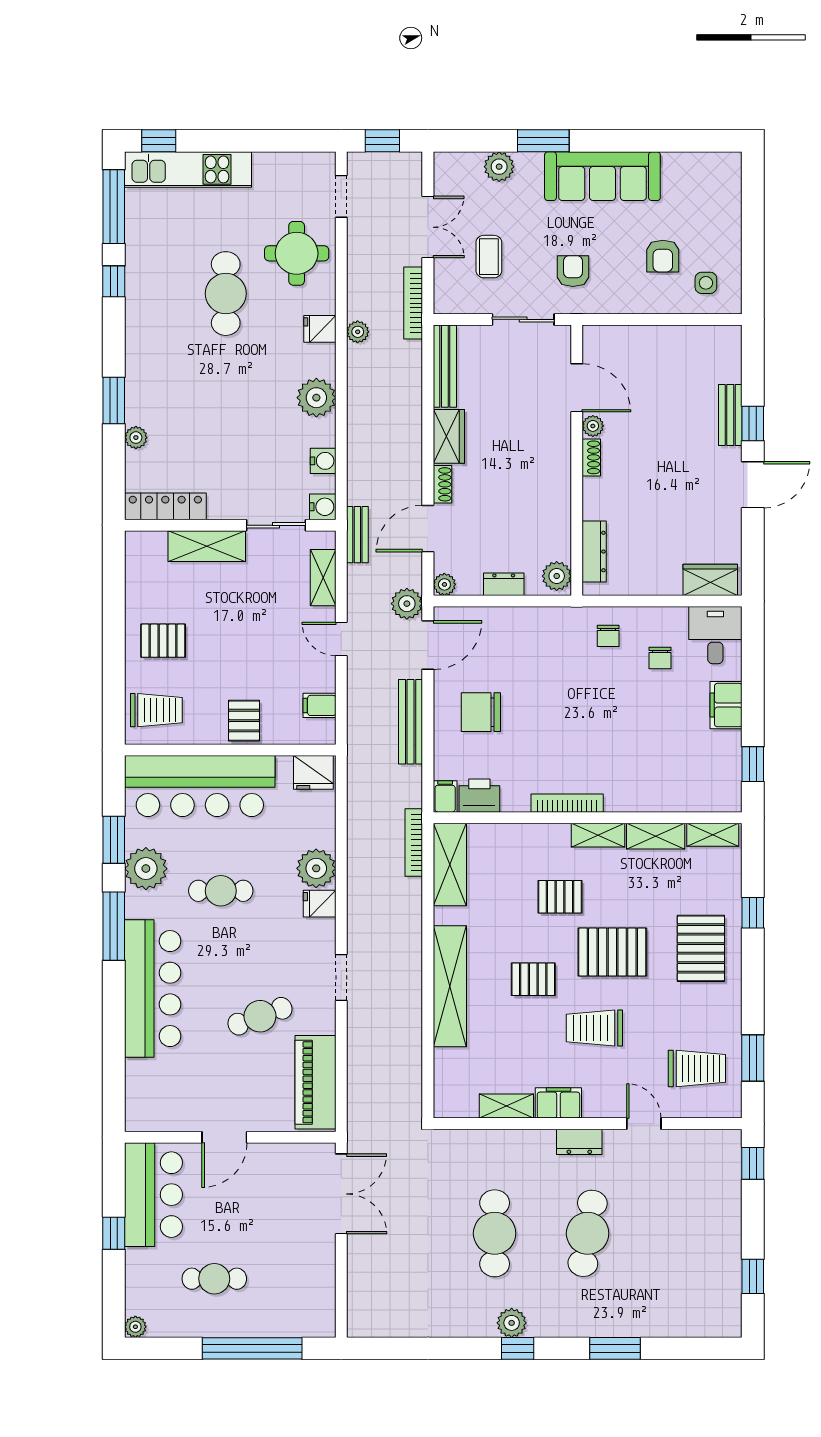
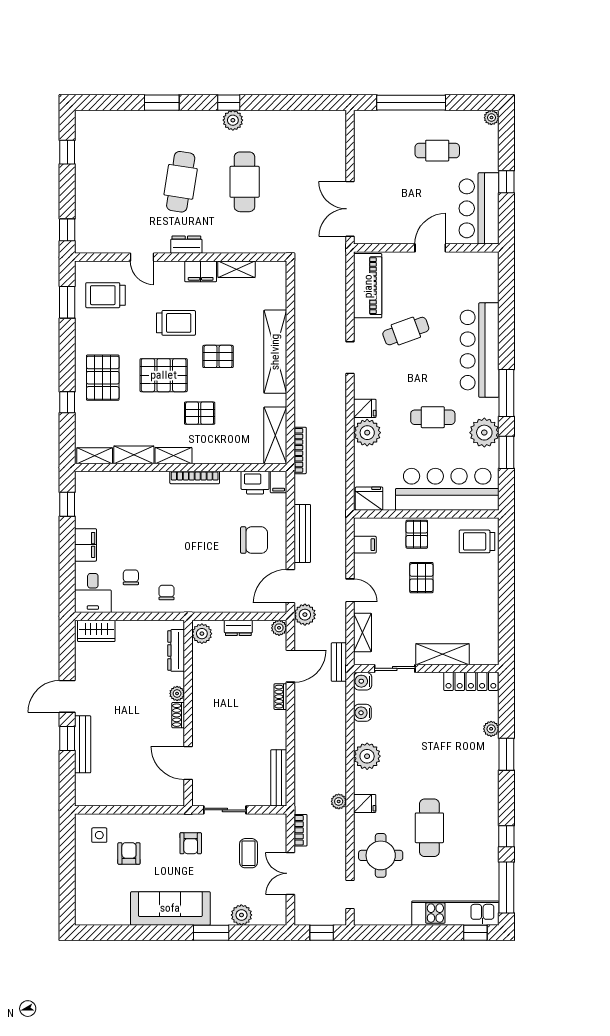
bookcase: (413, 303) -> (301, 830), width x0.64
bench: (730, 415) -> (83, 744), width x1.36
plant: (593, 426) -> (177, 693), moved
wardrobe: (449, 436) -> (276, 730), removed
pallet: (163, 641) -> (421, 578), moved, turned 90

